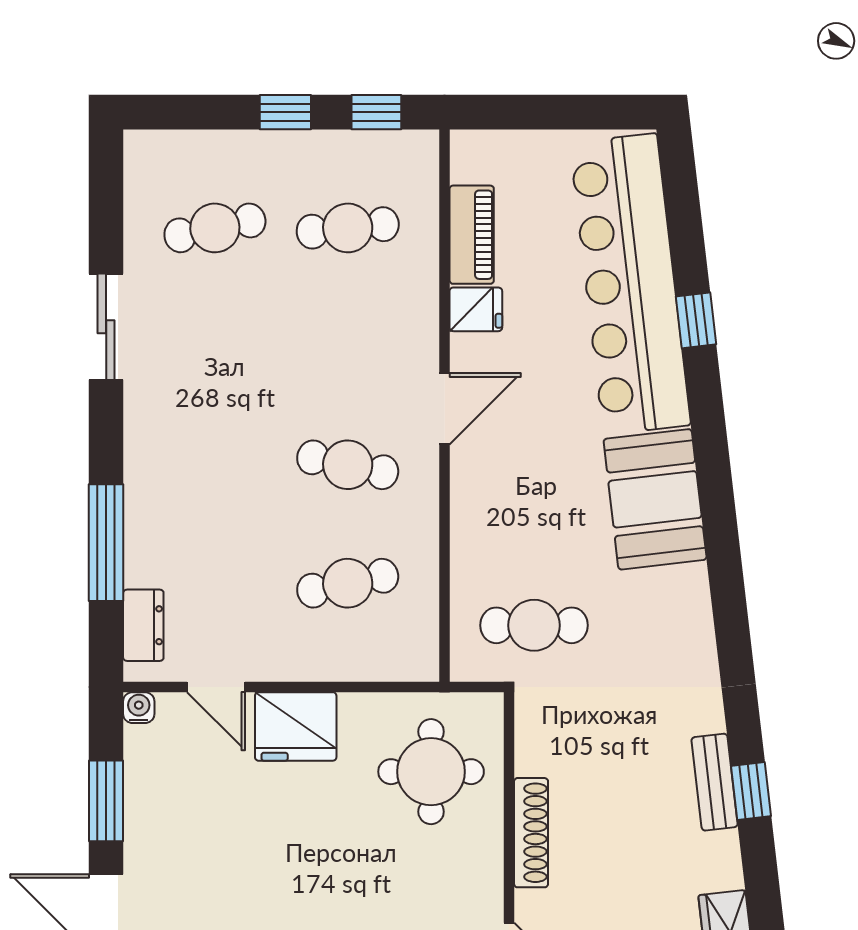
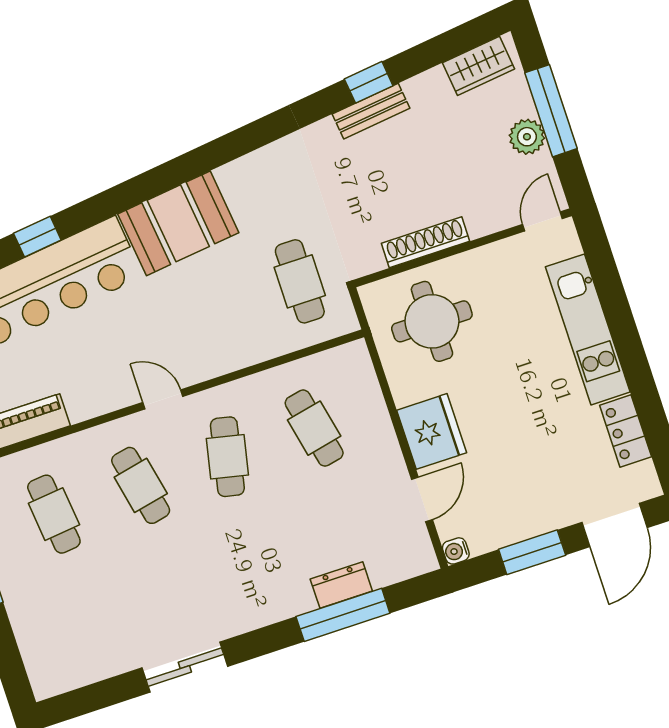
cafe table: (215, 228) -> (141, 485), moved
fridge: (476, 309) -> (83, 401), removed
door: (445, 409) -> (163, 399), width x0.73
dresser: (143, 625) -> (341, 585), moved
shoe rack: (531, 833) -> (426, 242), moved

